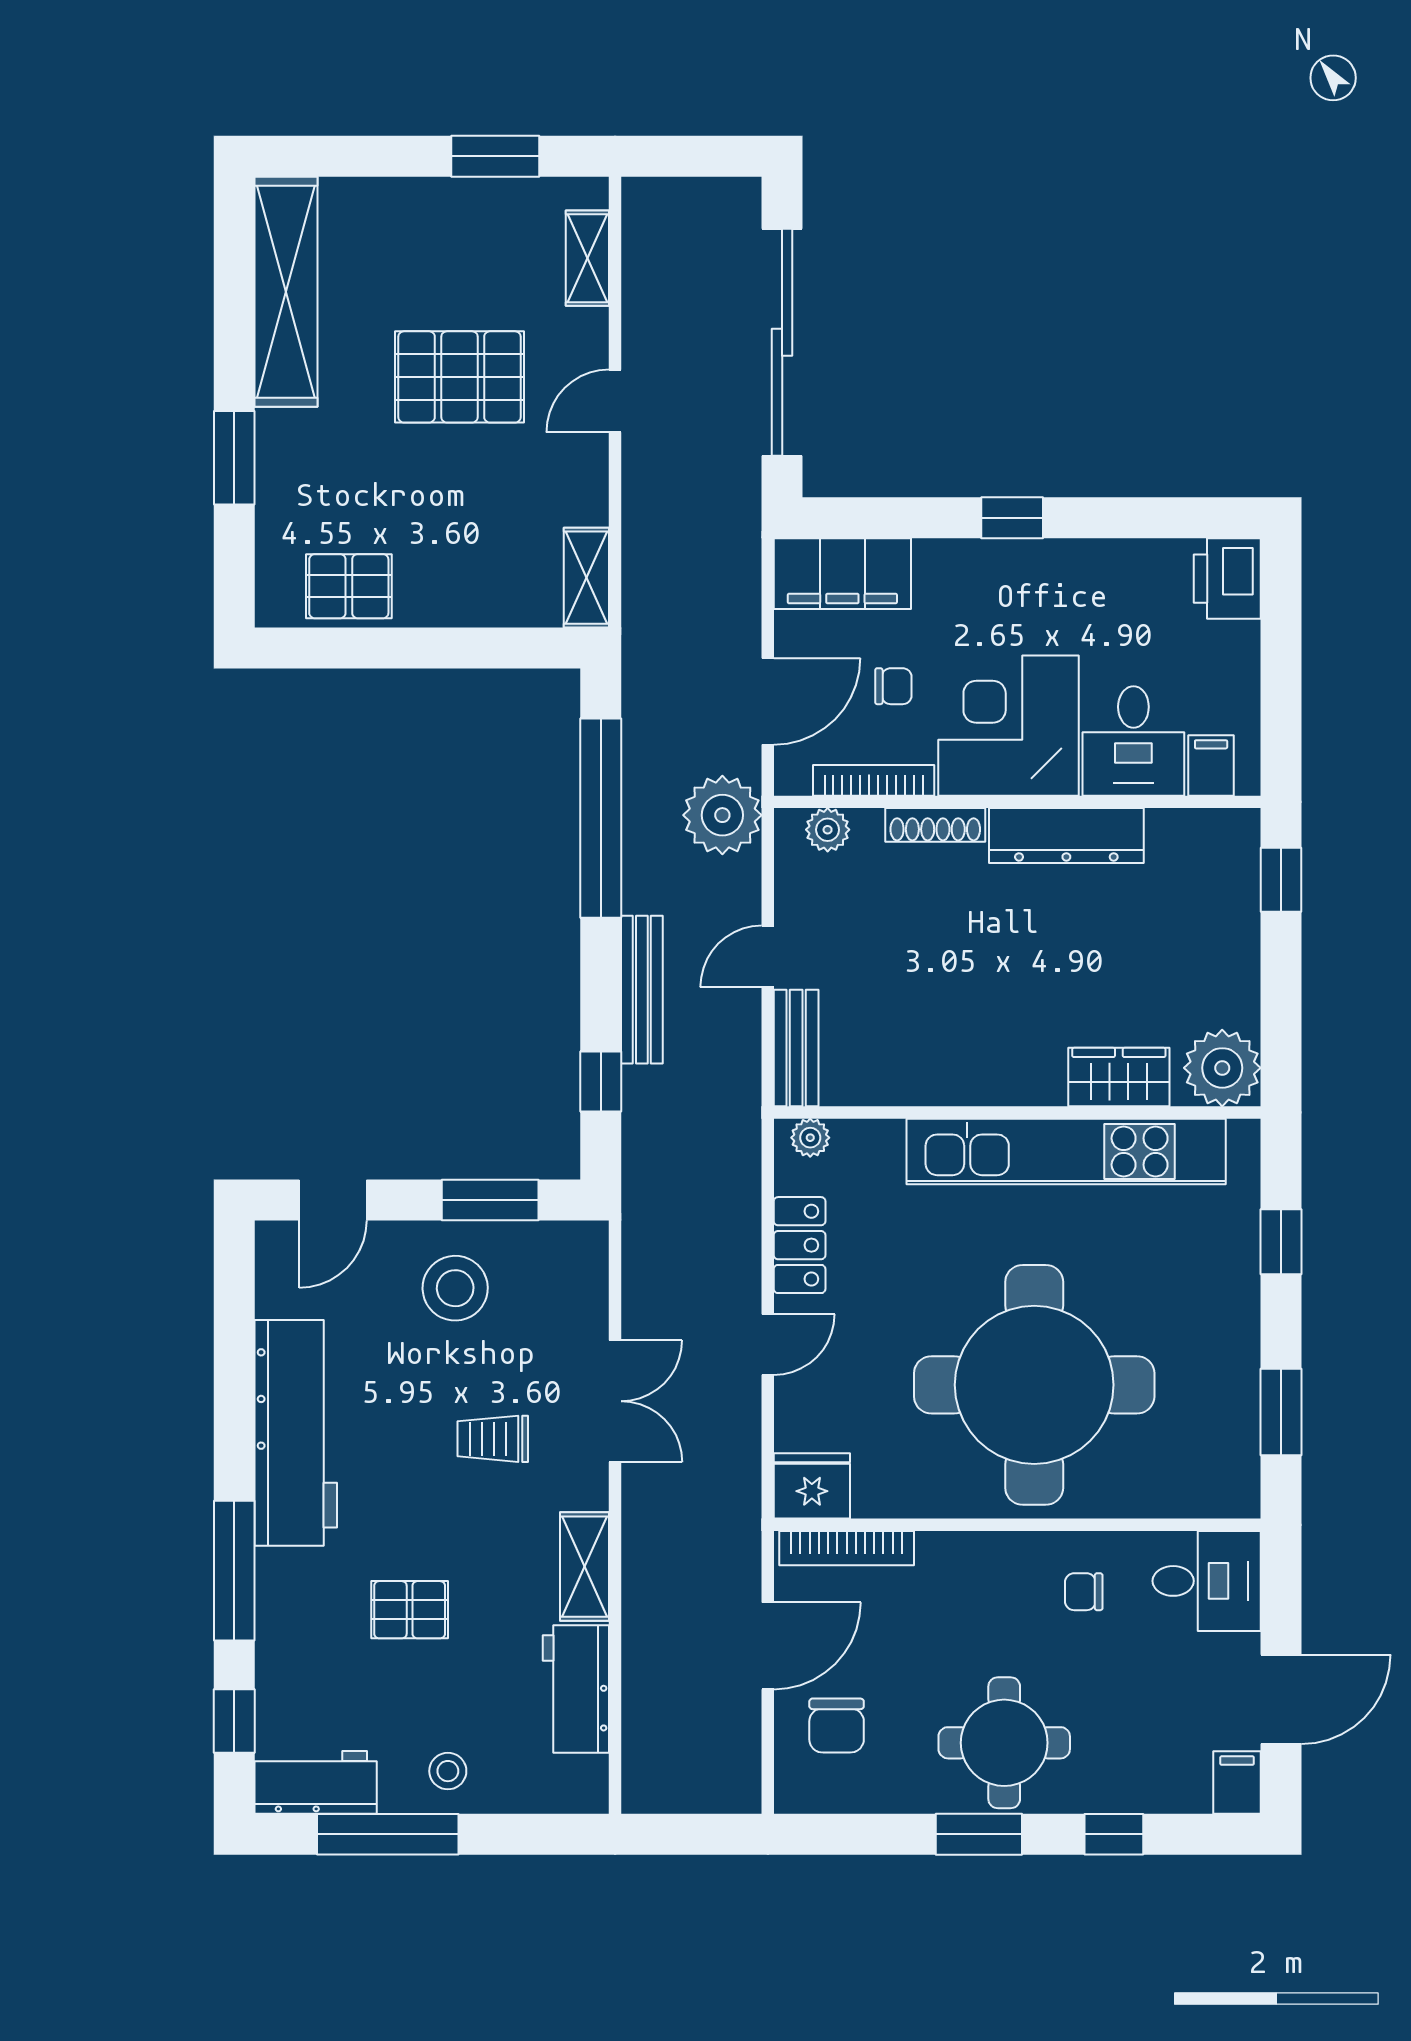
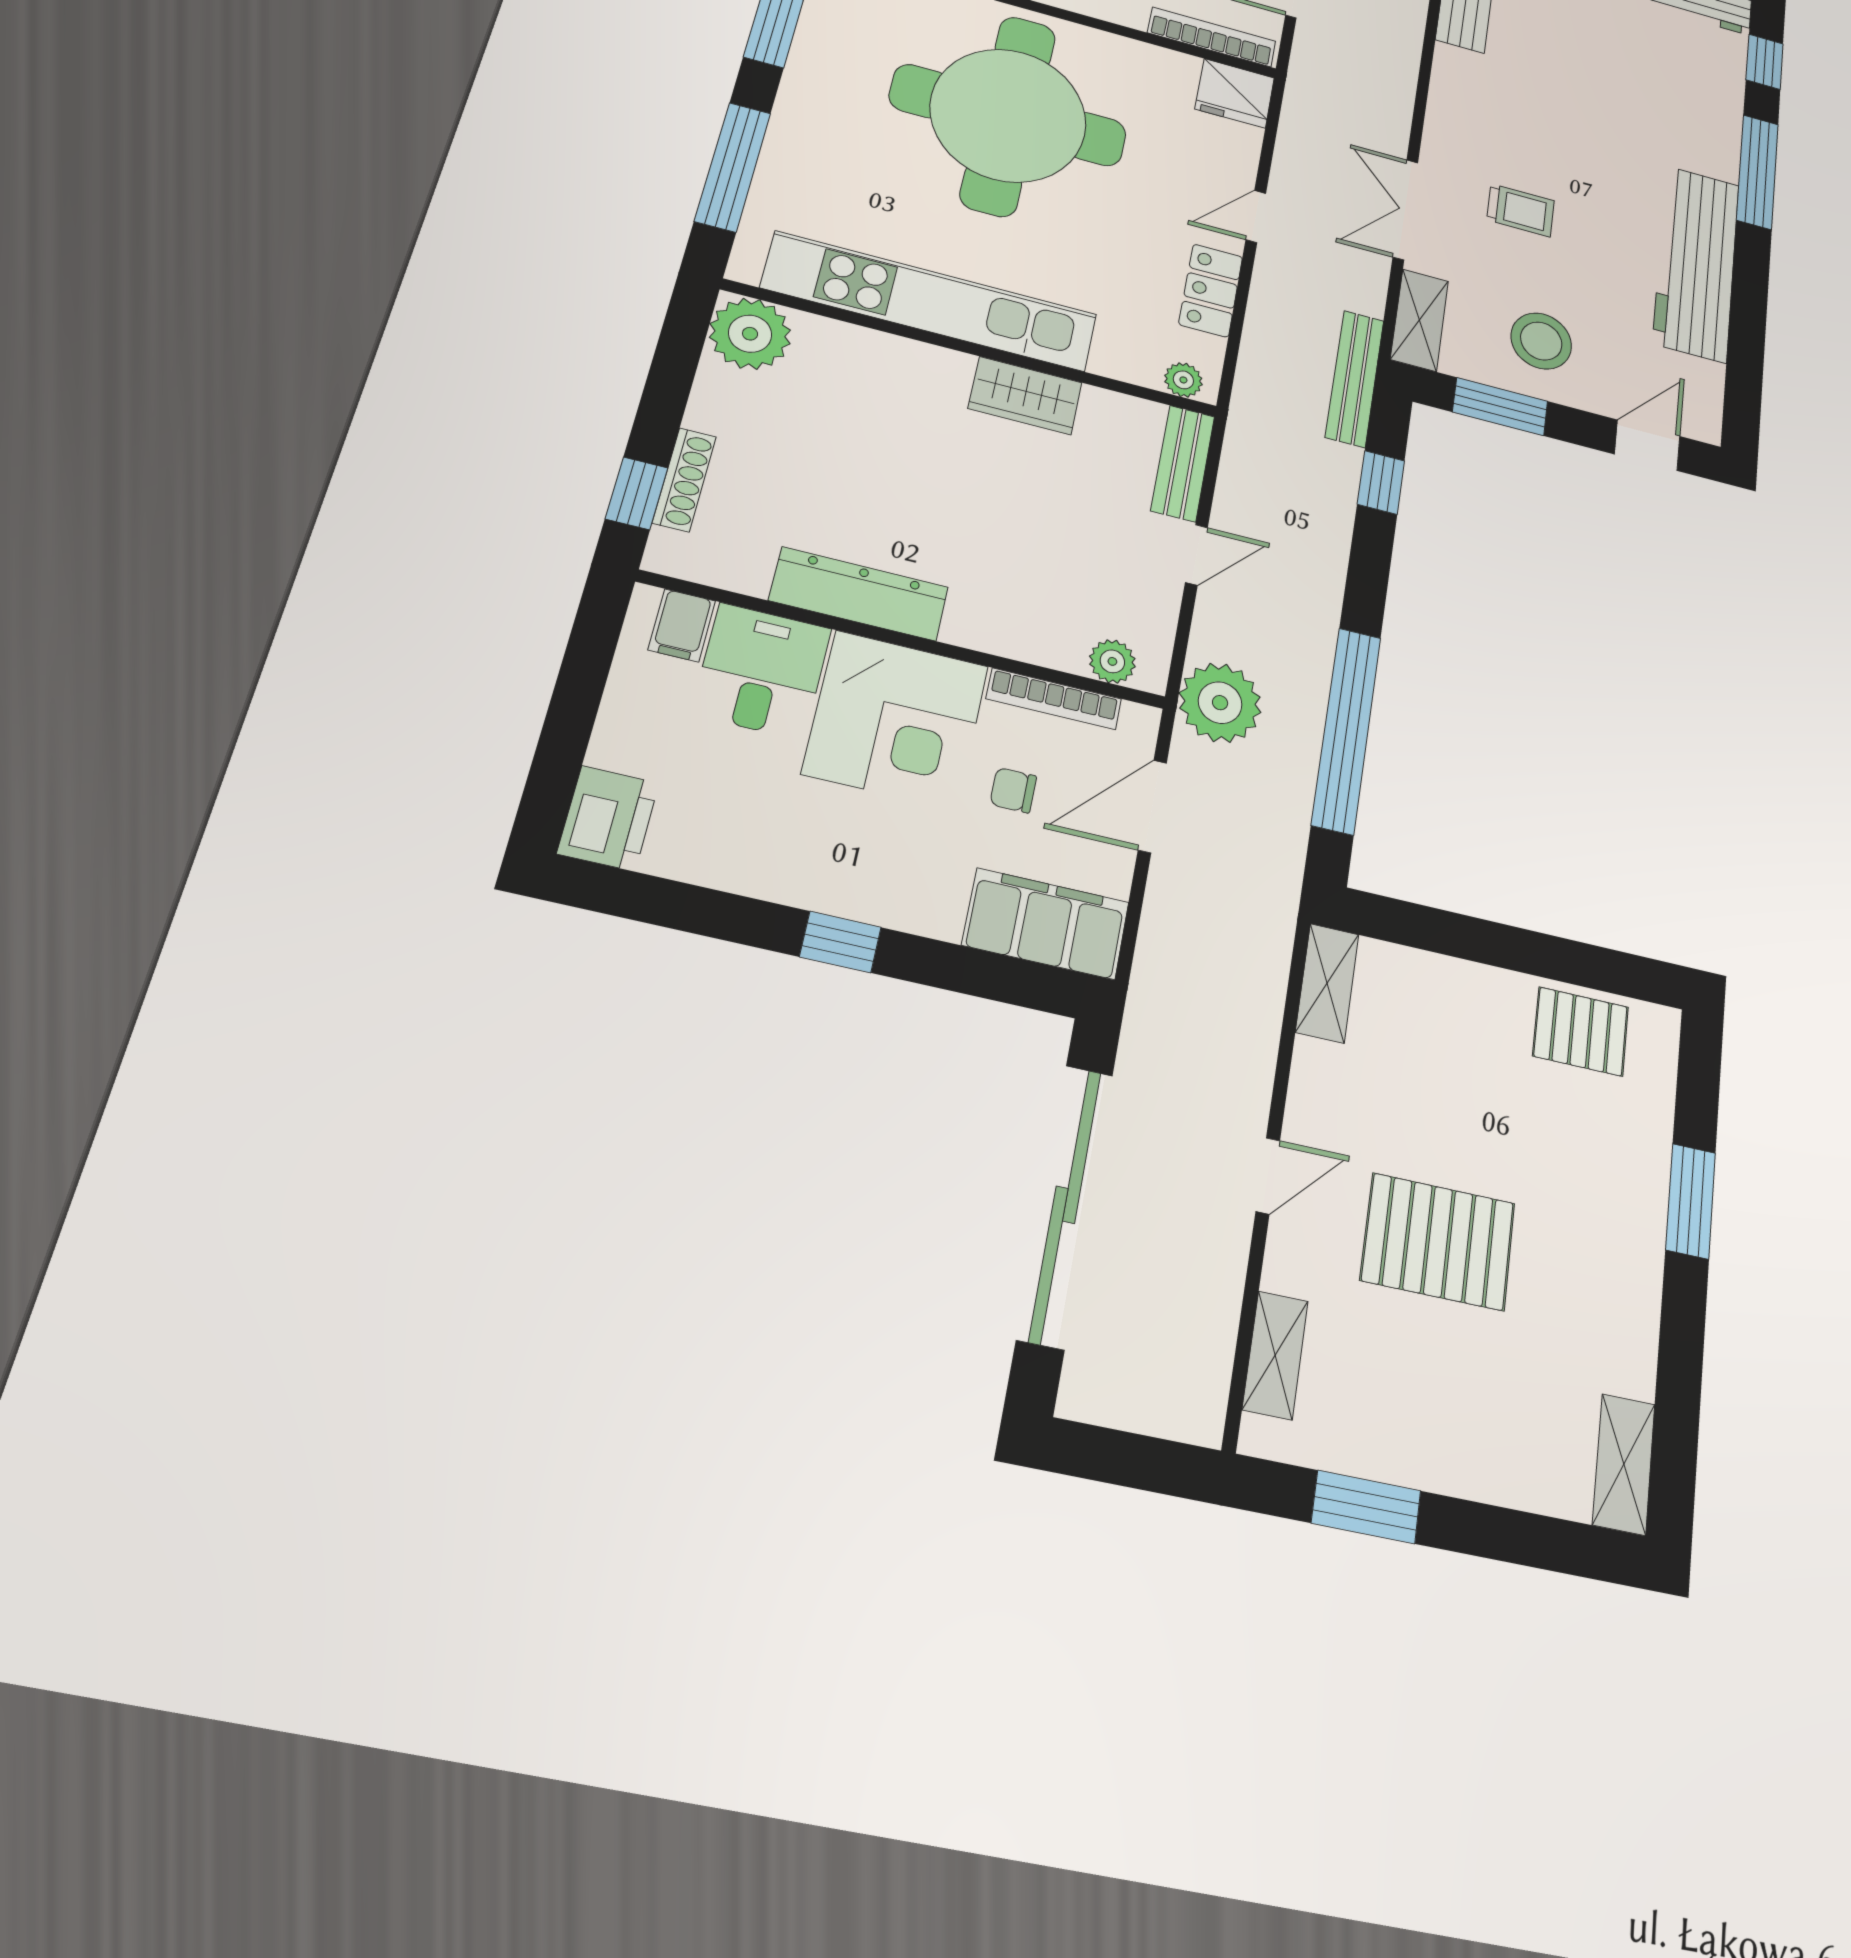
shelving: (286, 292) -> (1624, 1464), width x0.45, depth x0.75
shoe rack: (935, 825) -> (684, 480), moved, turned 90
bench: (642, 990) -> (1355, 378), moved
wardrobe: (1119, 1077) -> (1025, 396), moved
window: (1281, 1242) -> (733, 167), width x2.17
shelving: (584, 1567) -> (1419, 320), moved
pallet: (410, 1610) -> (1608, 100), removed

